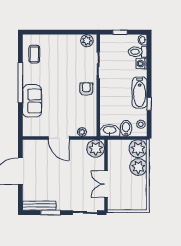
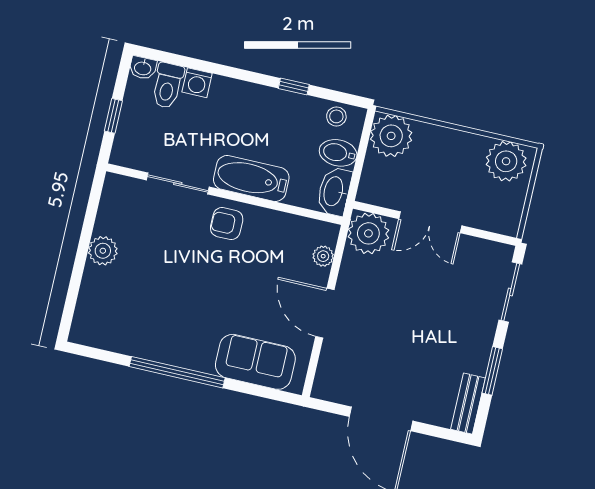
plant: (87, 41) -> (103, 251), moved
coffee table: (34, 54) -> (119, 325), removed
bathtub: (140, 92) -> (251, 178), moved, turned 180
sofa: (32, 101) -> (255, 362), moved
door: (59, 138) -> (325, 313), swing flipped
plant: (138, 167) -> (506, 161), moved
double door: (106, 184) -> (430, 222), moved
bench: (39, 206) -> (468, 404), width x0.73

